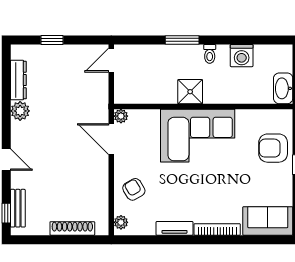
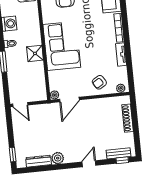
window: (52, 40) -> (13, 155), moved

